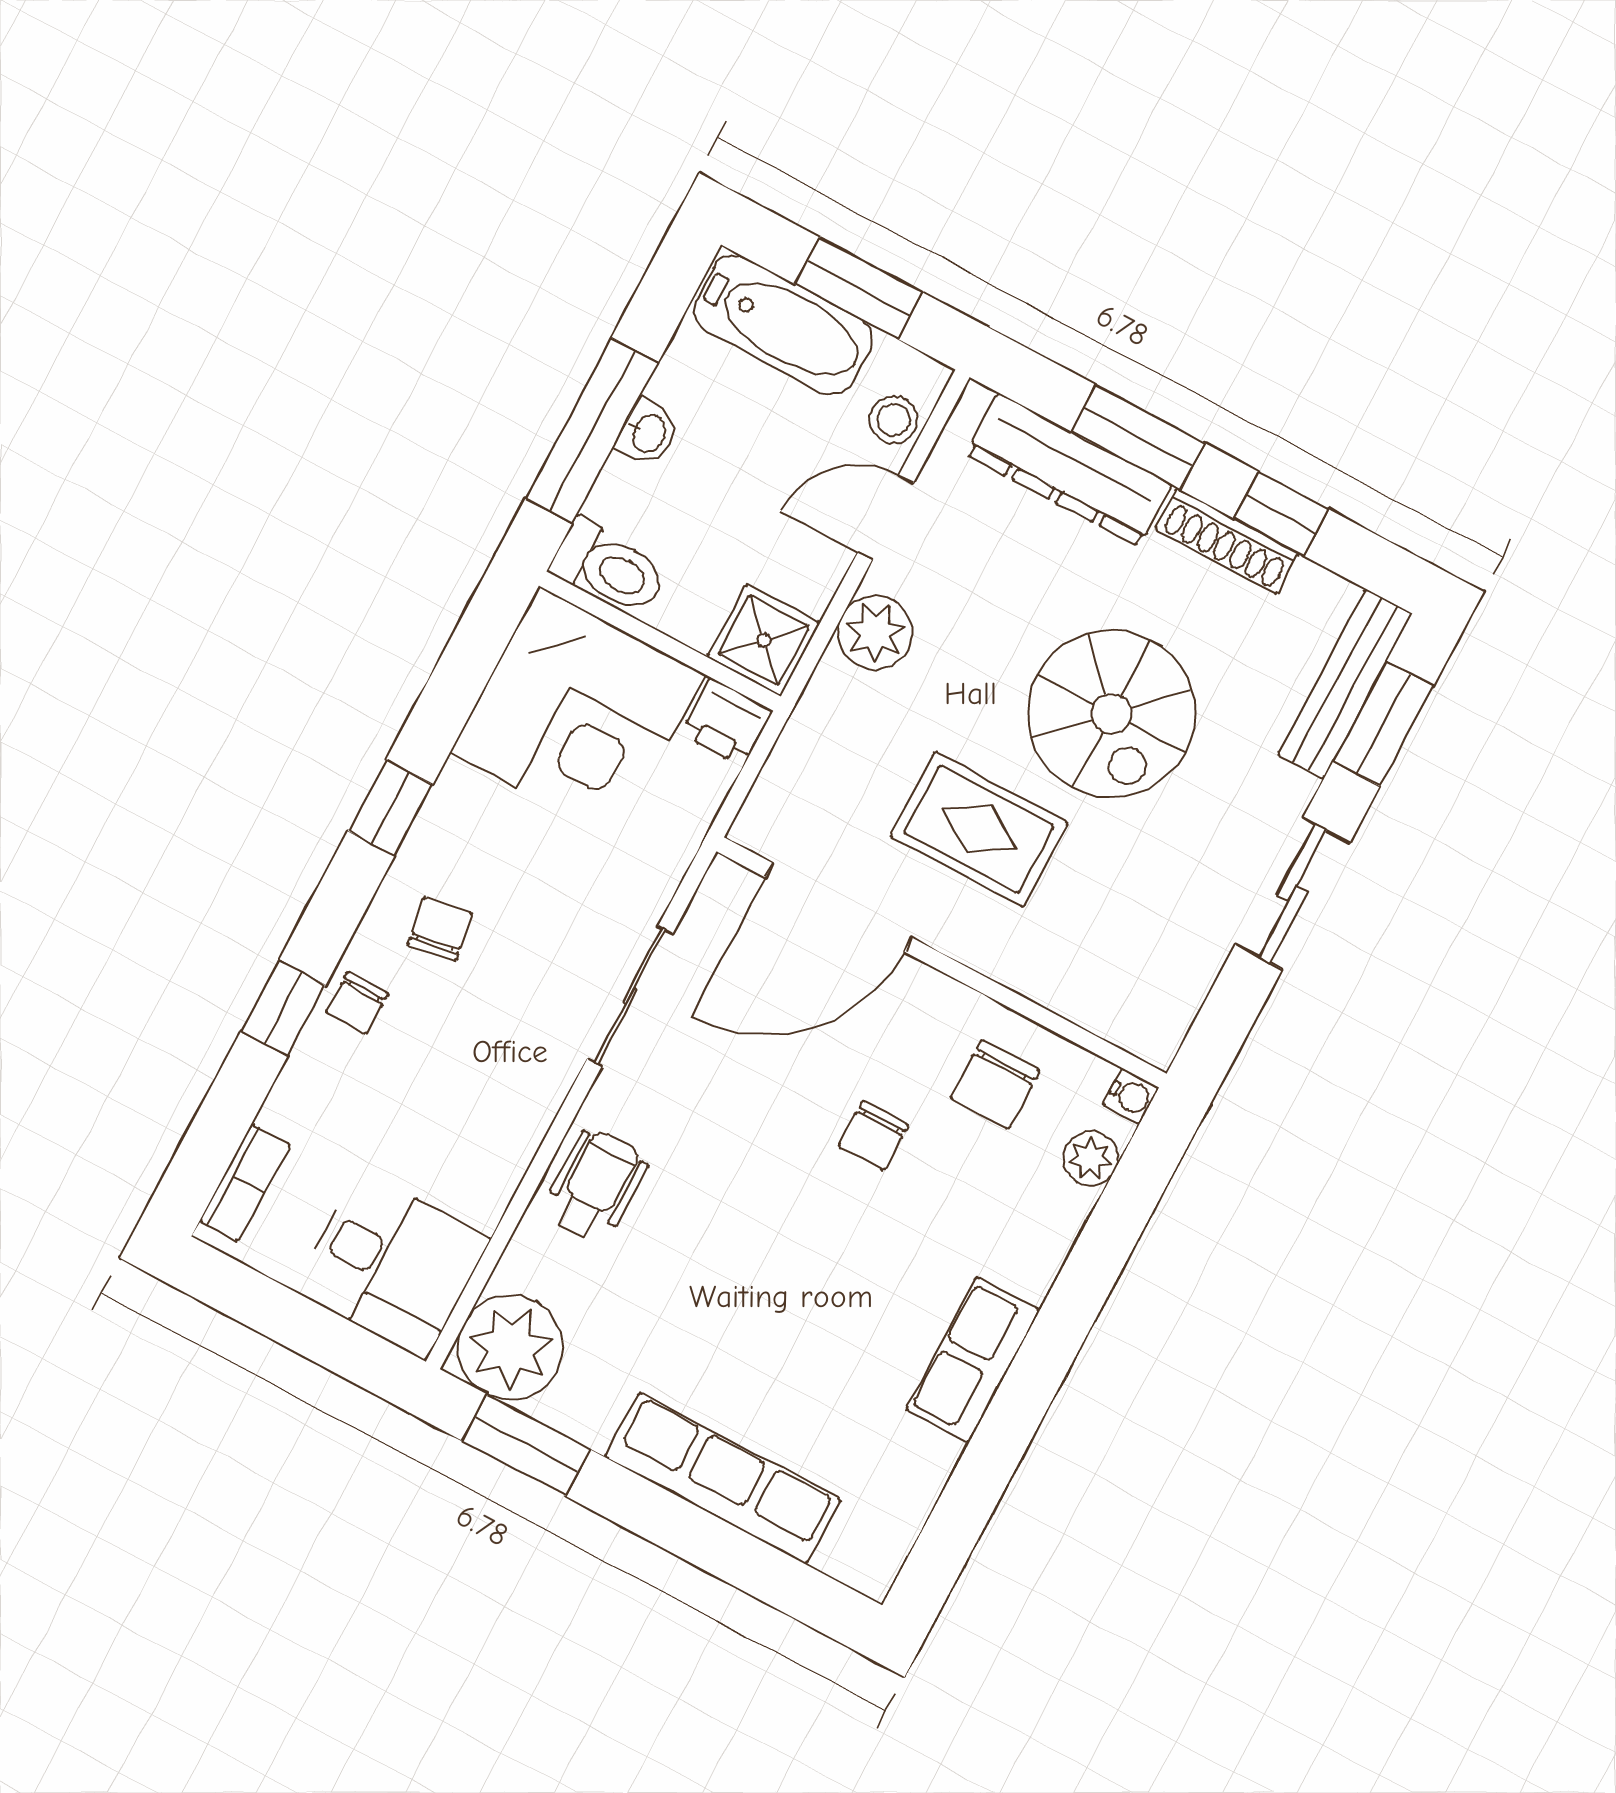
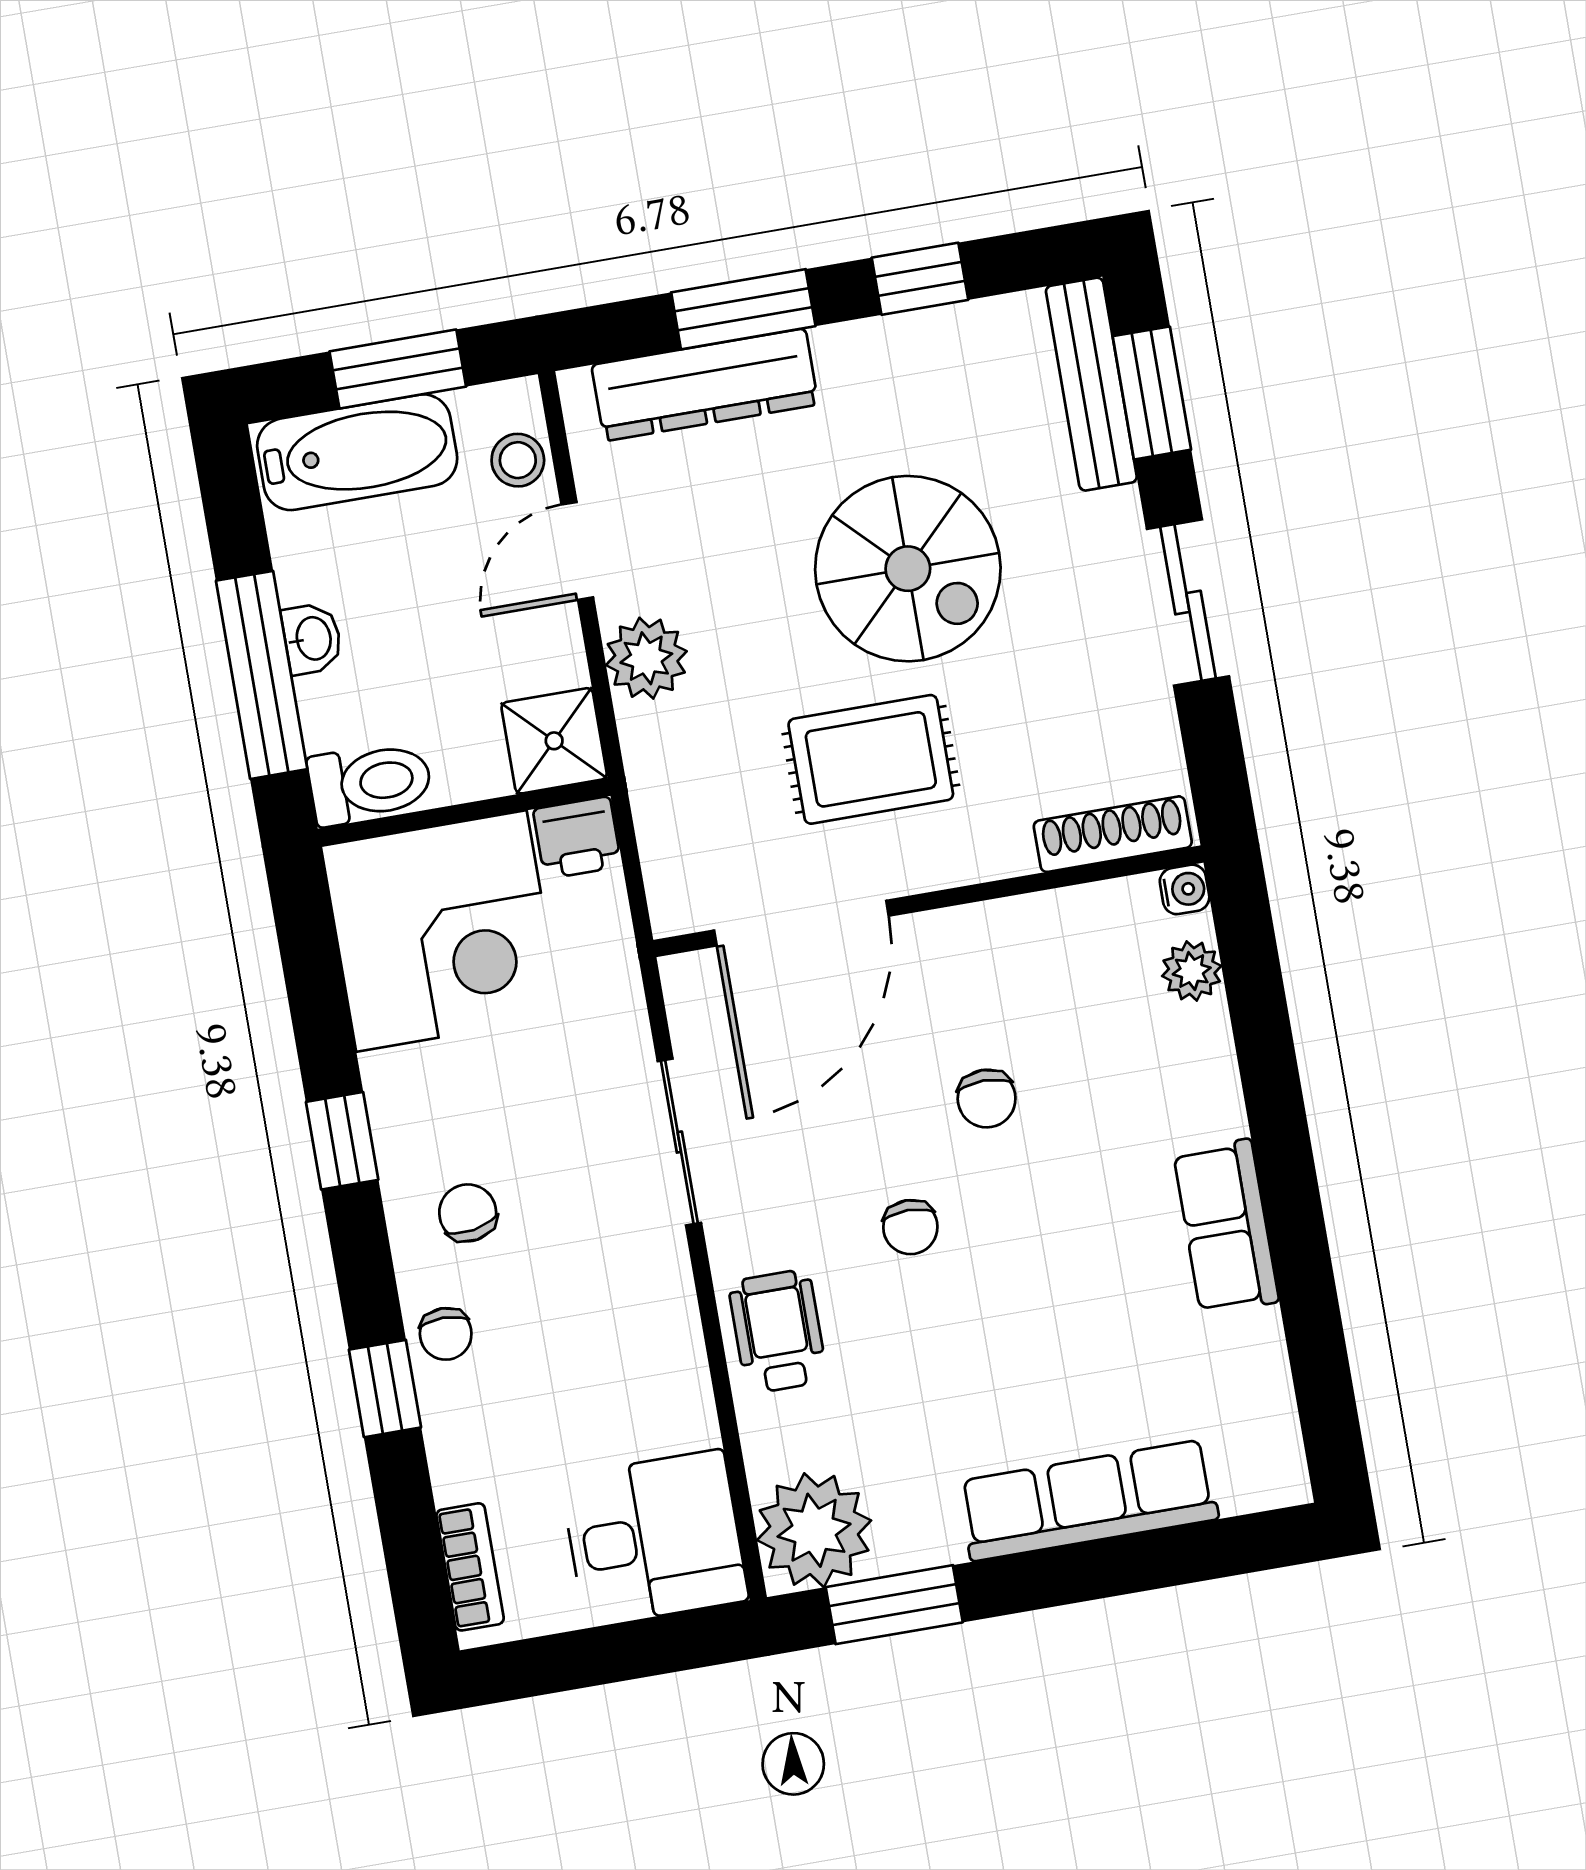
shoe rack: (1227, 541) -> (1113, 834), moved, turned 180
chair: (995, 1084) -> (910, 1227), moved, width x0.73, depth x0.73

